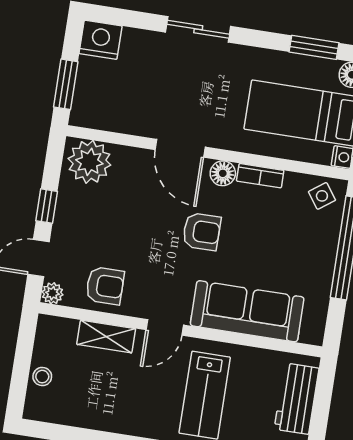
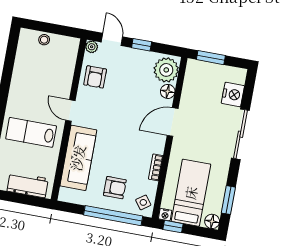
sliding door: (198, 29) -> (240, 134), width x1.37
nightstand: (101, 40) -> (233, 94), moved
floor lamp: (223, 173) -> (168, 91), moved
armchair: (202, 232) -> (115, 188), moved, turned -90
shelving: (106, 337) -> (66, 77), removed

